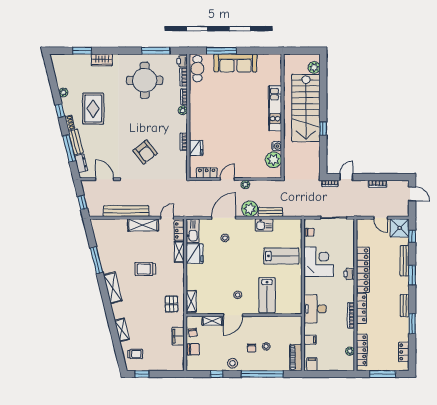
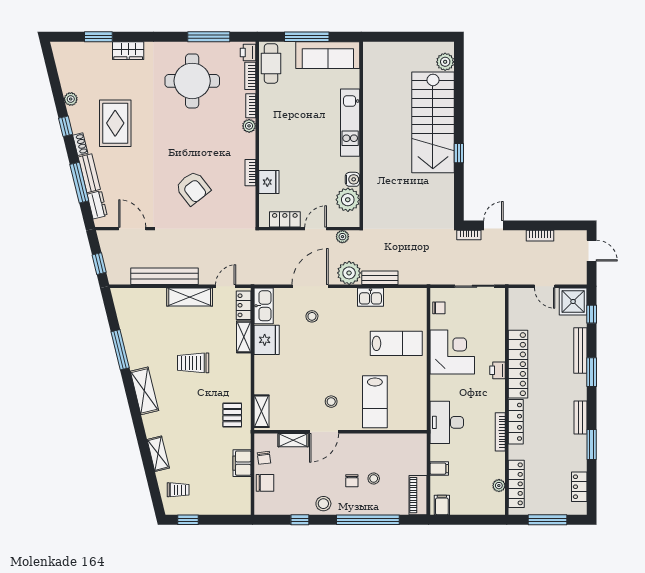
kitchen unit: (275, 108) -> (350, 123), moved
wall: (283, 116) -> (361, 134), moved
water cooler: (277, 146) -> (353, 179), moved
plant: (273, 160) -> (348, 200), moved

